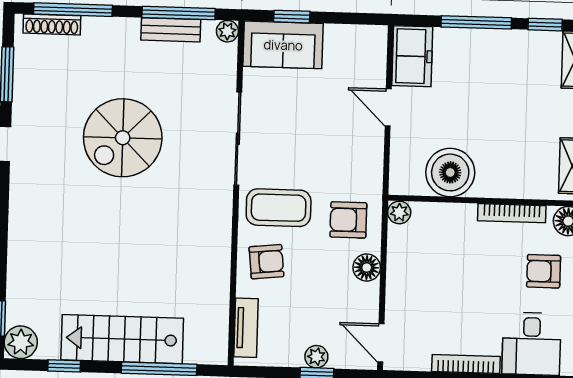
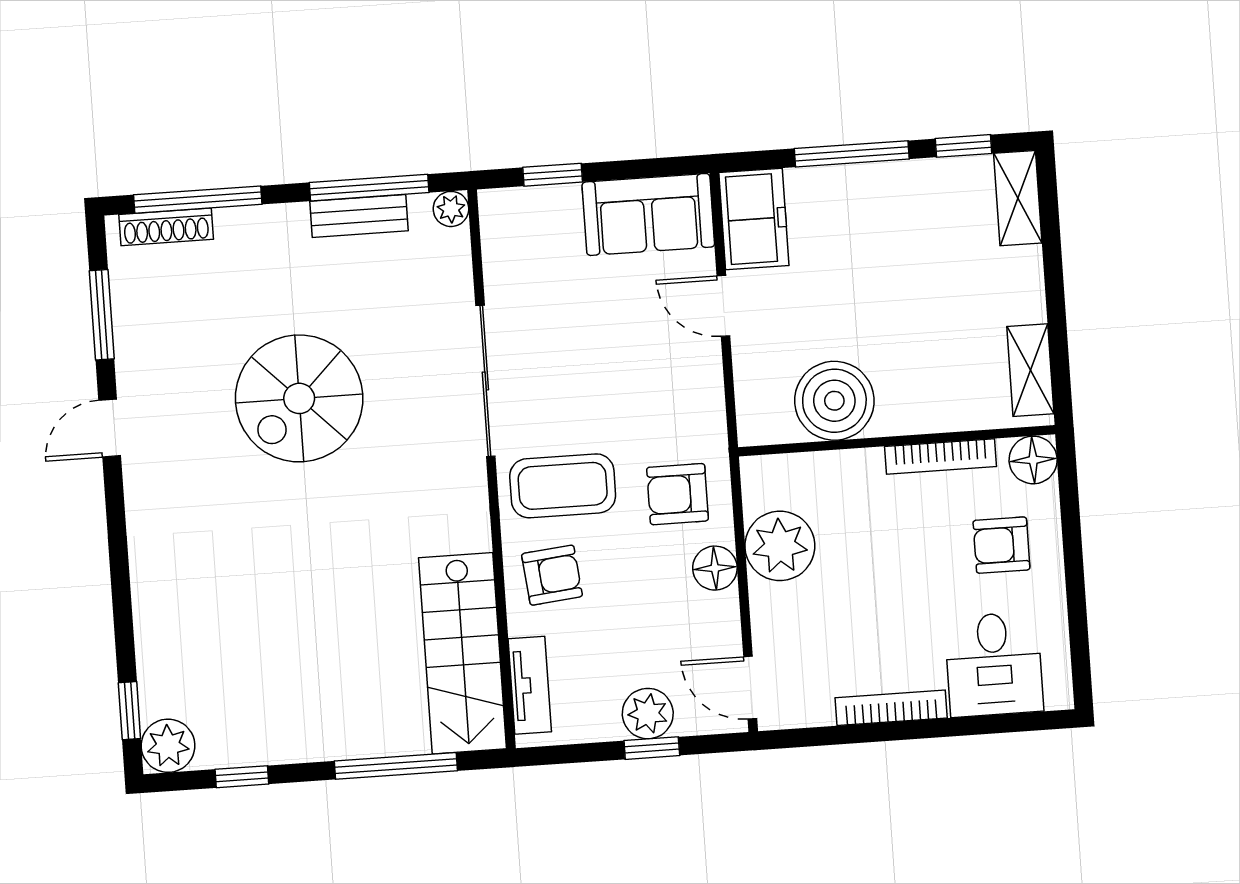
sofa: (283, 45) -> (648, 214), moved
plant: (399, 212) -> (780, 546), moved, width x1.88, depth x1.88
stairs: (122, 339) -> (463, 653), moved, turned -90
plant: (316, 357) -> (648, 714), width x1.38, depth x1.38

